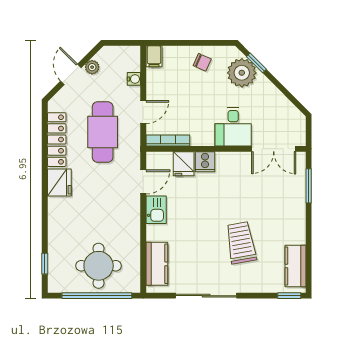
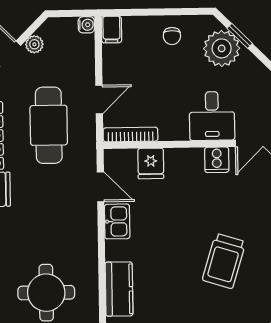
chair: (202, 62) -> (172, 36), turned 66
water cooler: (134, 79) -> (86, 25), moved
cooker: (205, 162) -> (217, 160), moved
door: (143, 182) -> (101, 187), hinge flipped
trolley: (241, 243) -> (224, 261), turned -153

